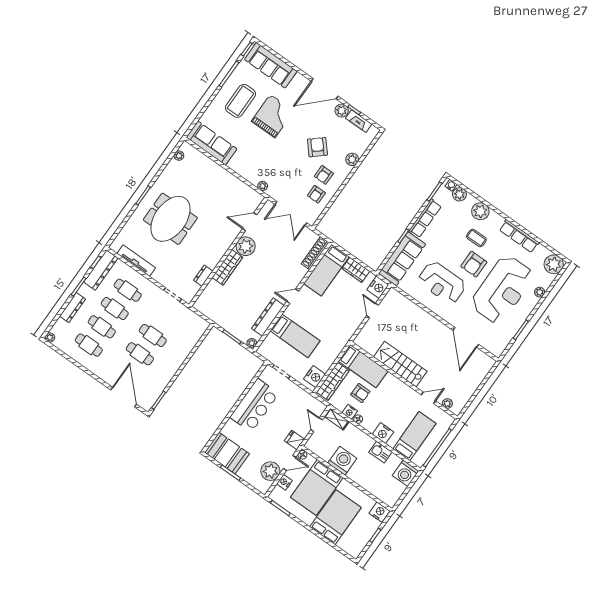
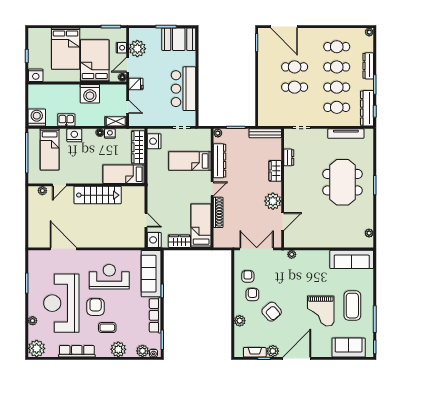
sofa: (271, 65) -> (349, 347), width x0.73
shoe rack: (315, 253) -> (218, 212), moved
wardrobe: (227, 267) -> (275, 171), width x0.67
bench: (209, 313) -> (265, 133), added
armchair: (360, 393) -> (112, 153), removed

